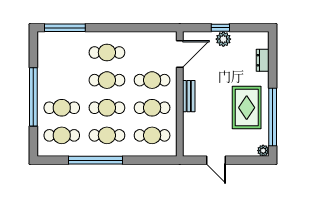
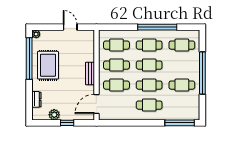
plant: (223, 39) -> (54, 115), moved
cafe table: (62, 108) -> (182, 85), moved

